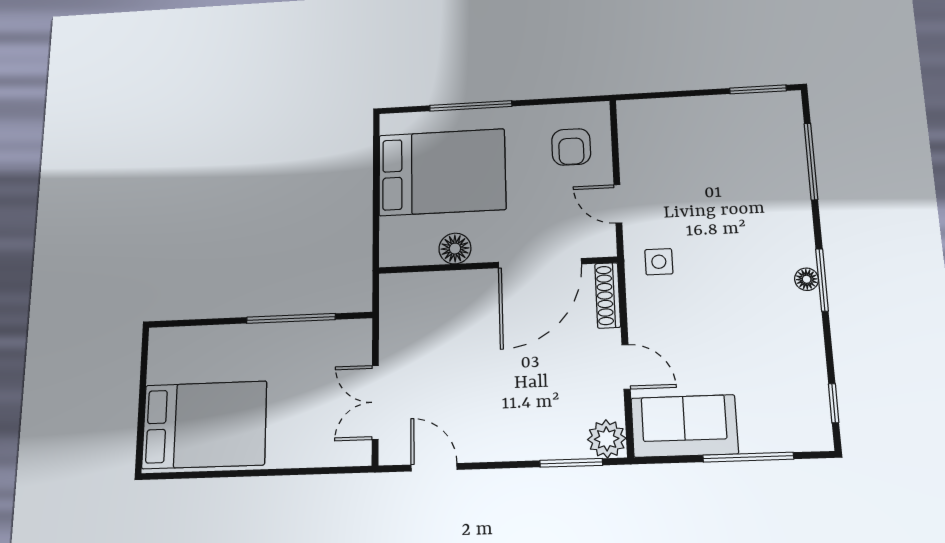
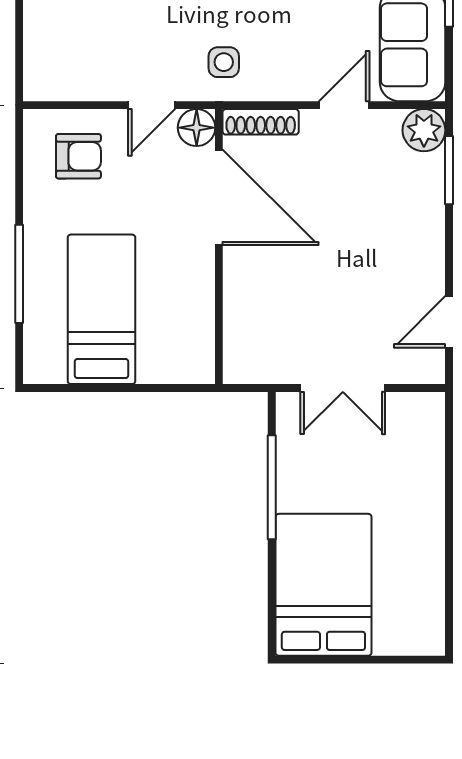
bed: (442, 172) -> (101, 309), width x0.67
floor lamp: (455, 249) -> (197, 128), moved
double door: (375, 402) -> (343, 388), moved
bed: (204, 425) -> (323, 585), moved

